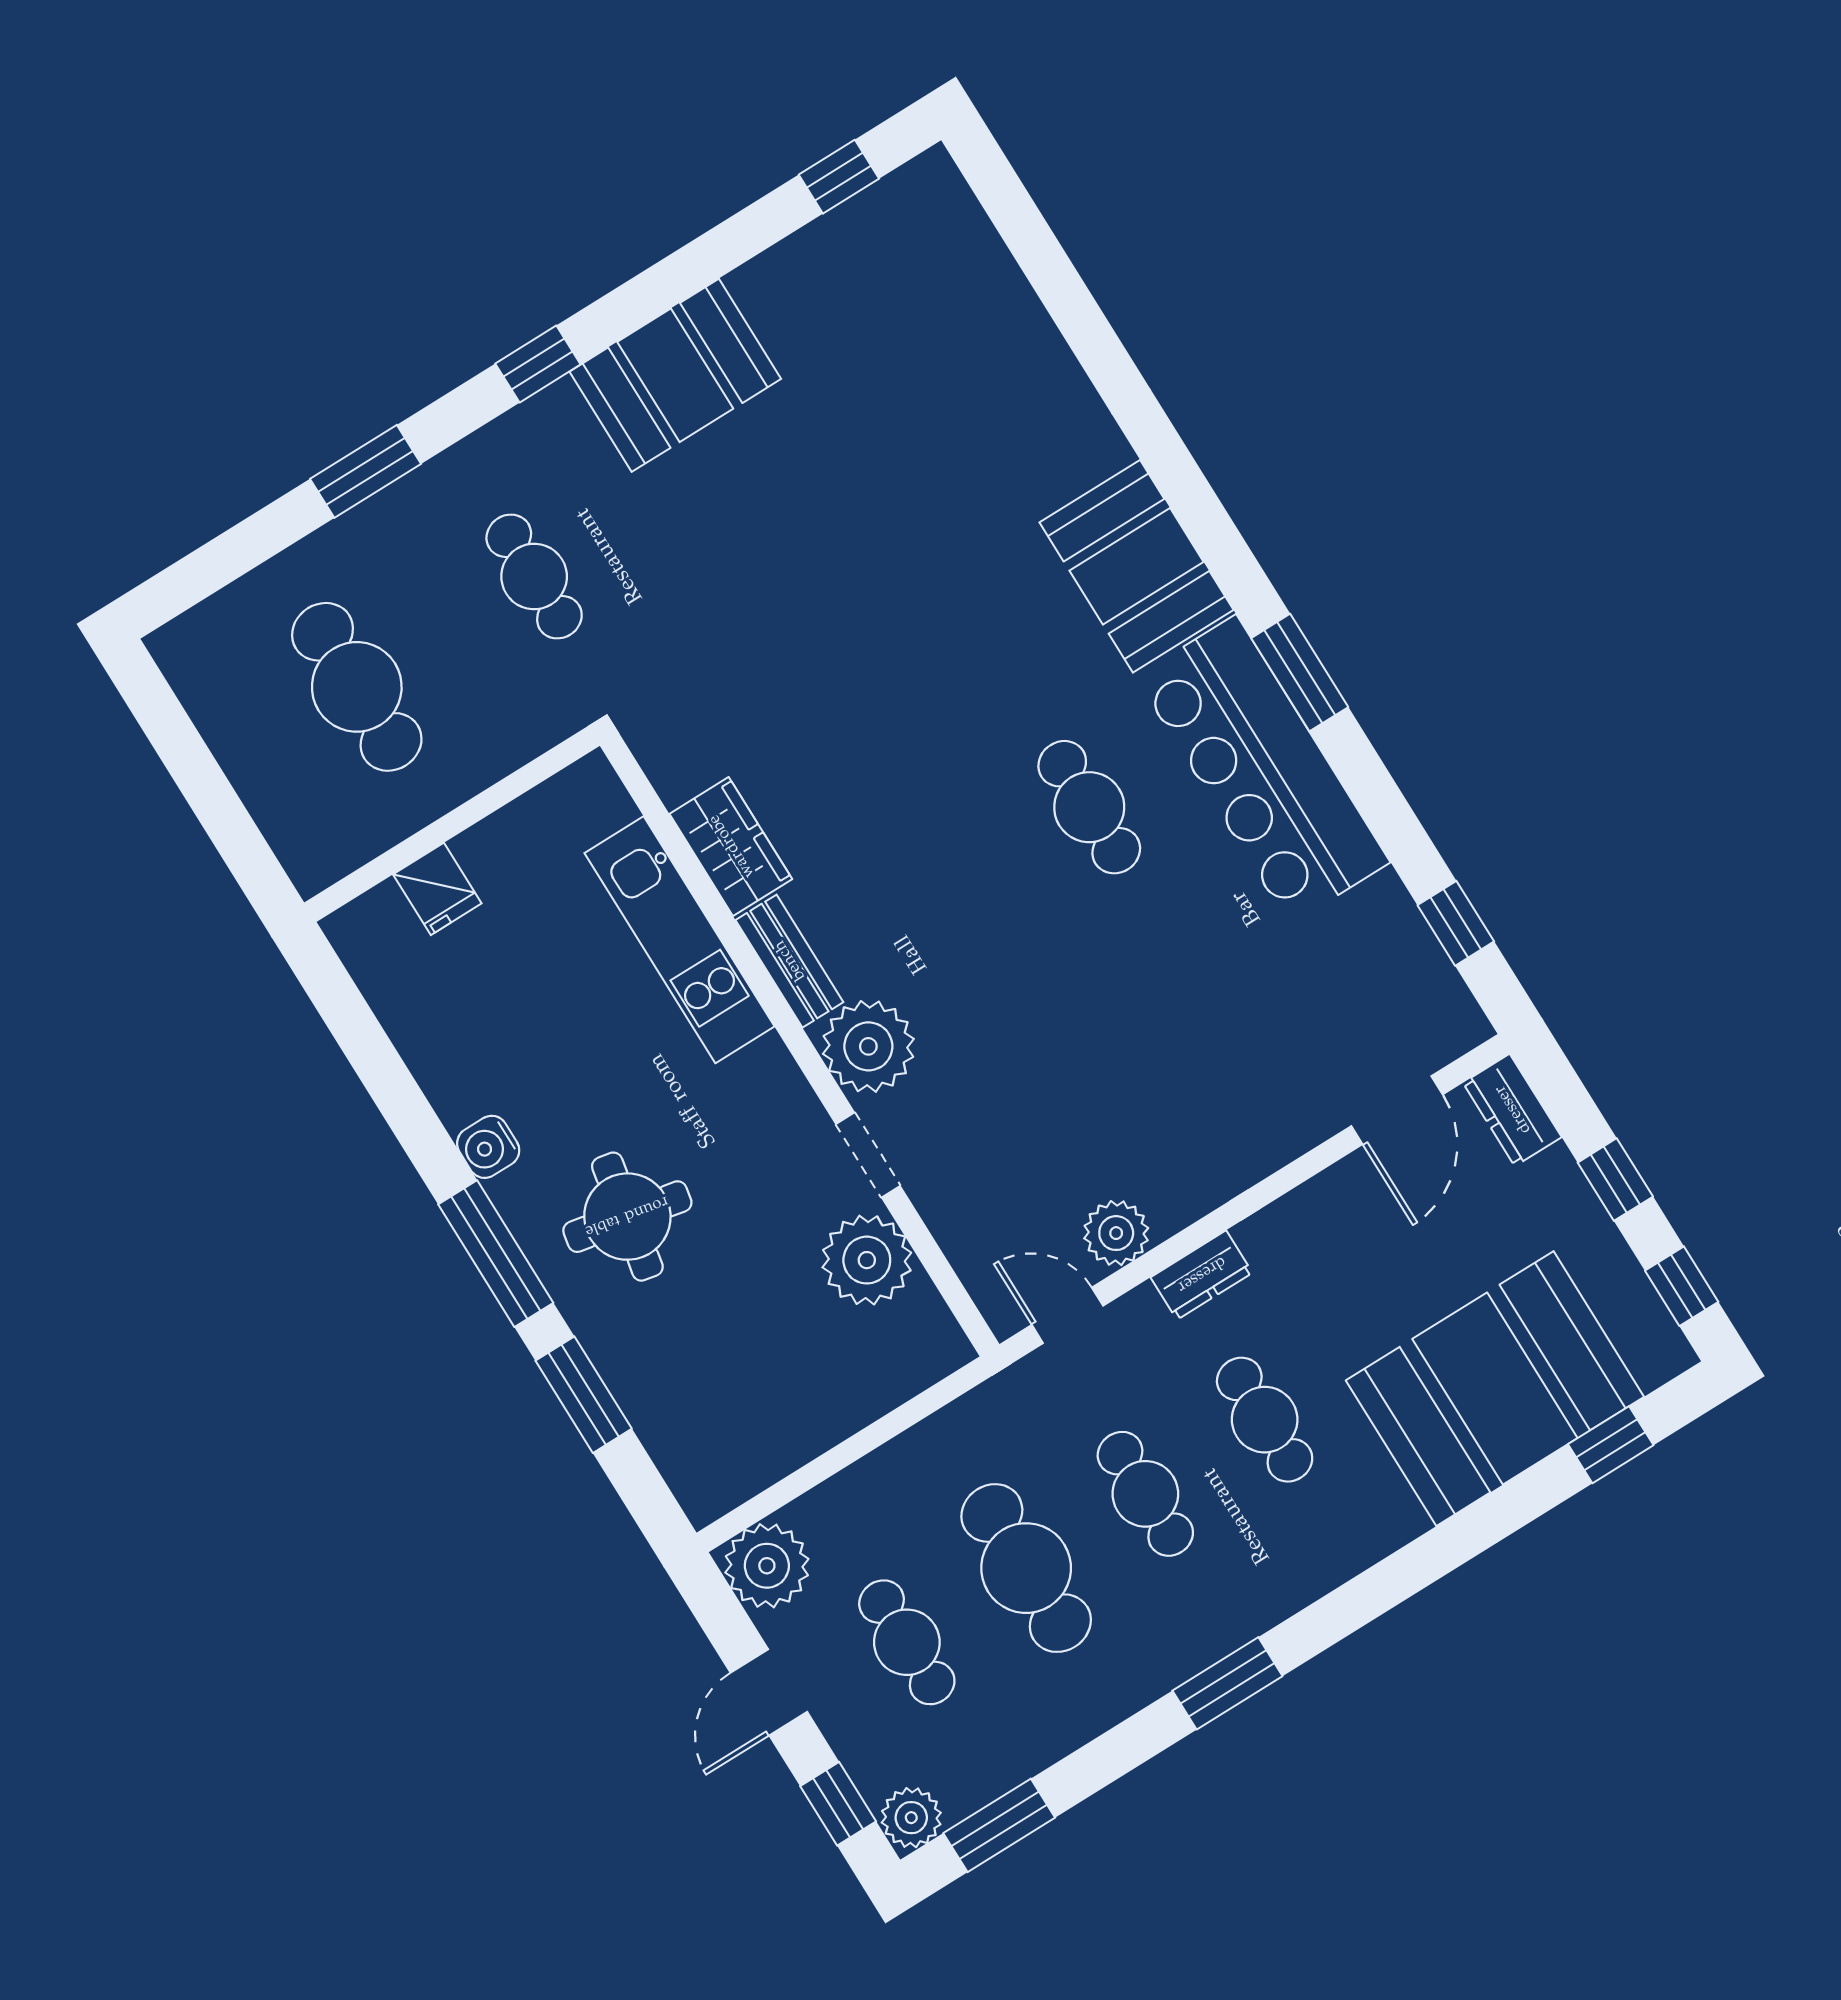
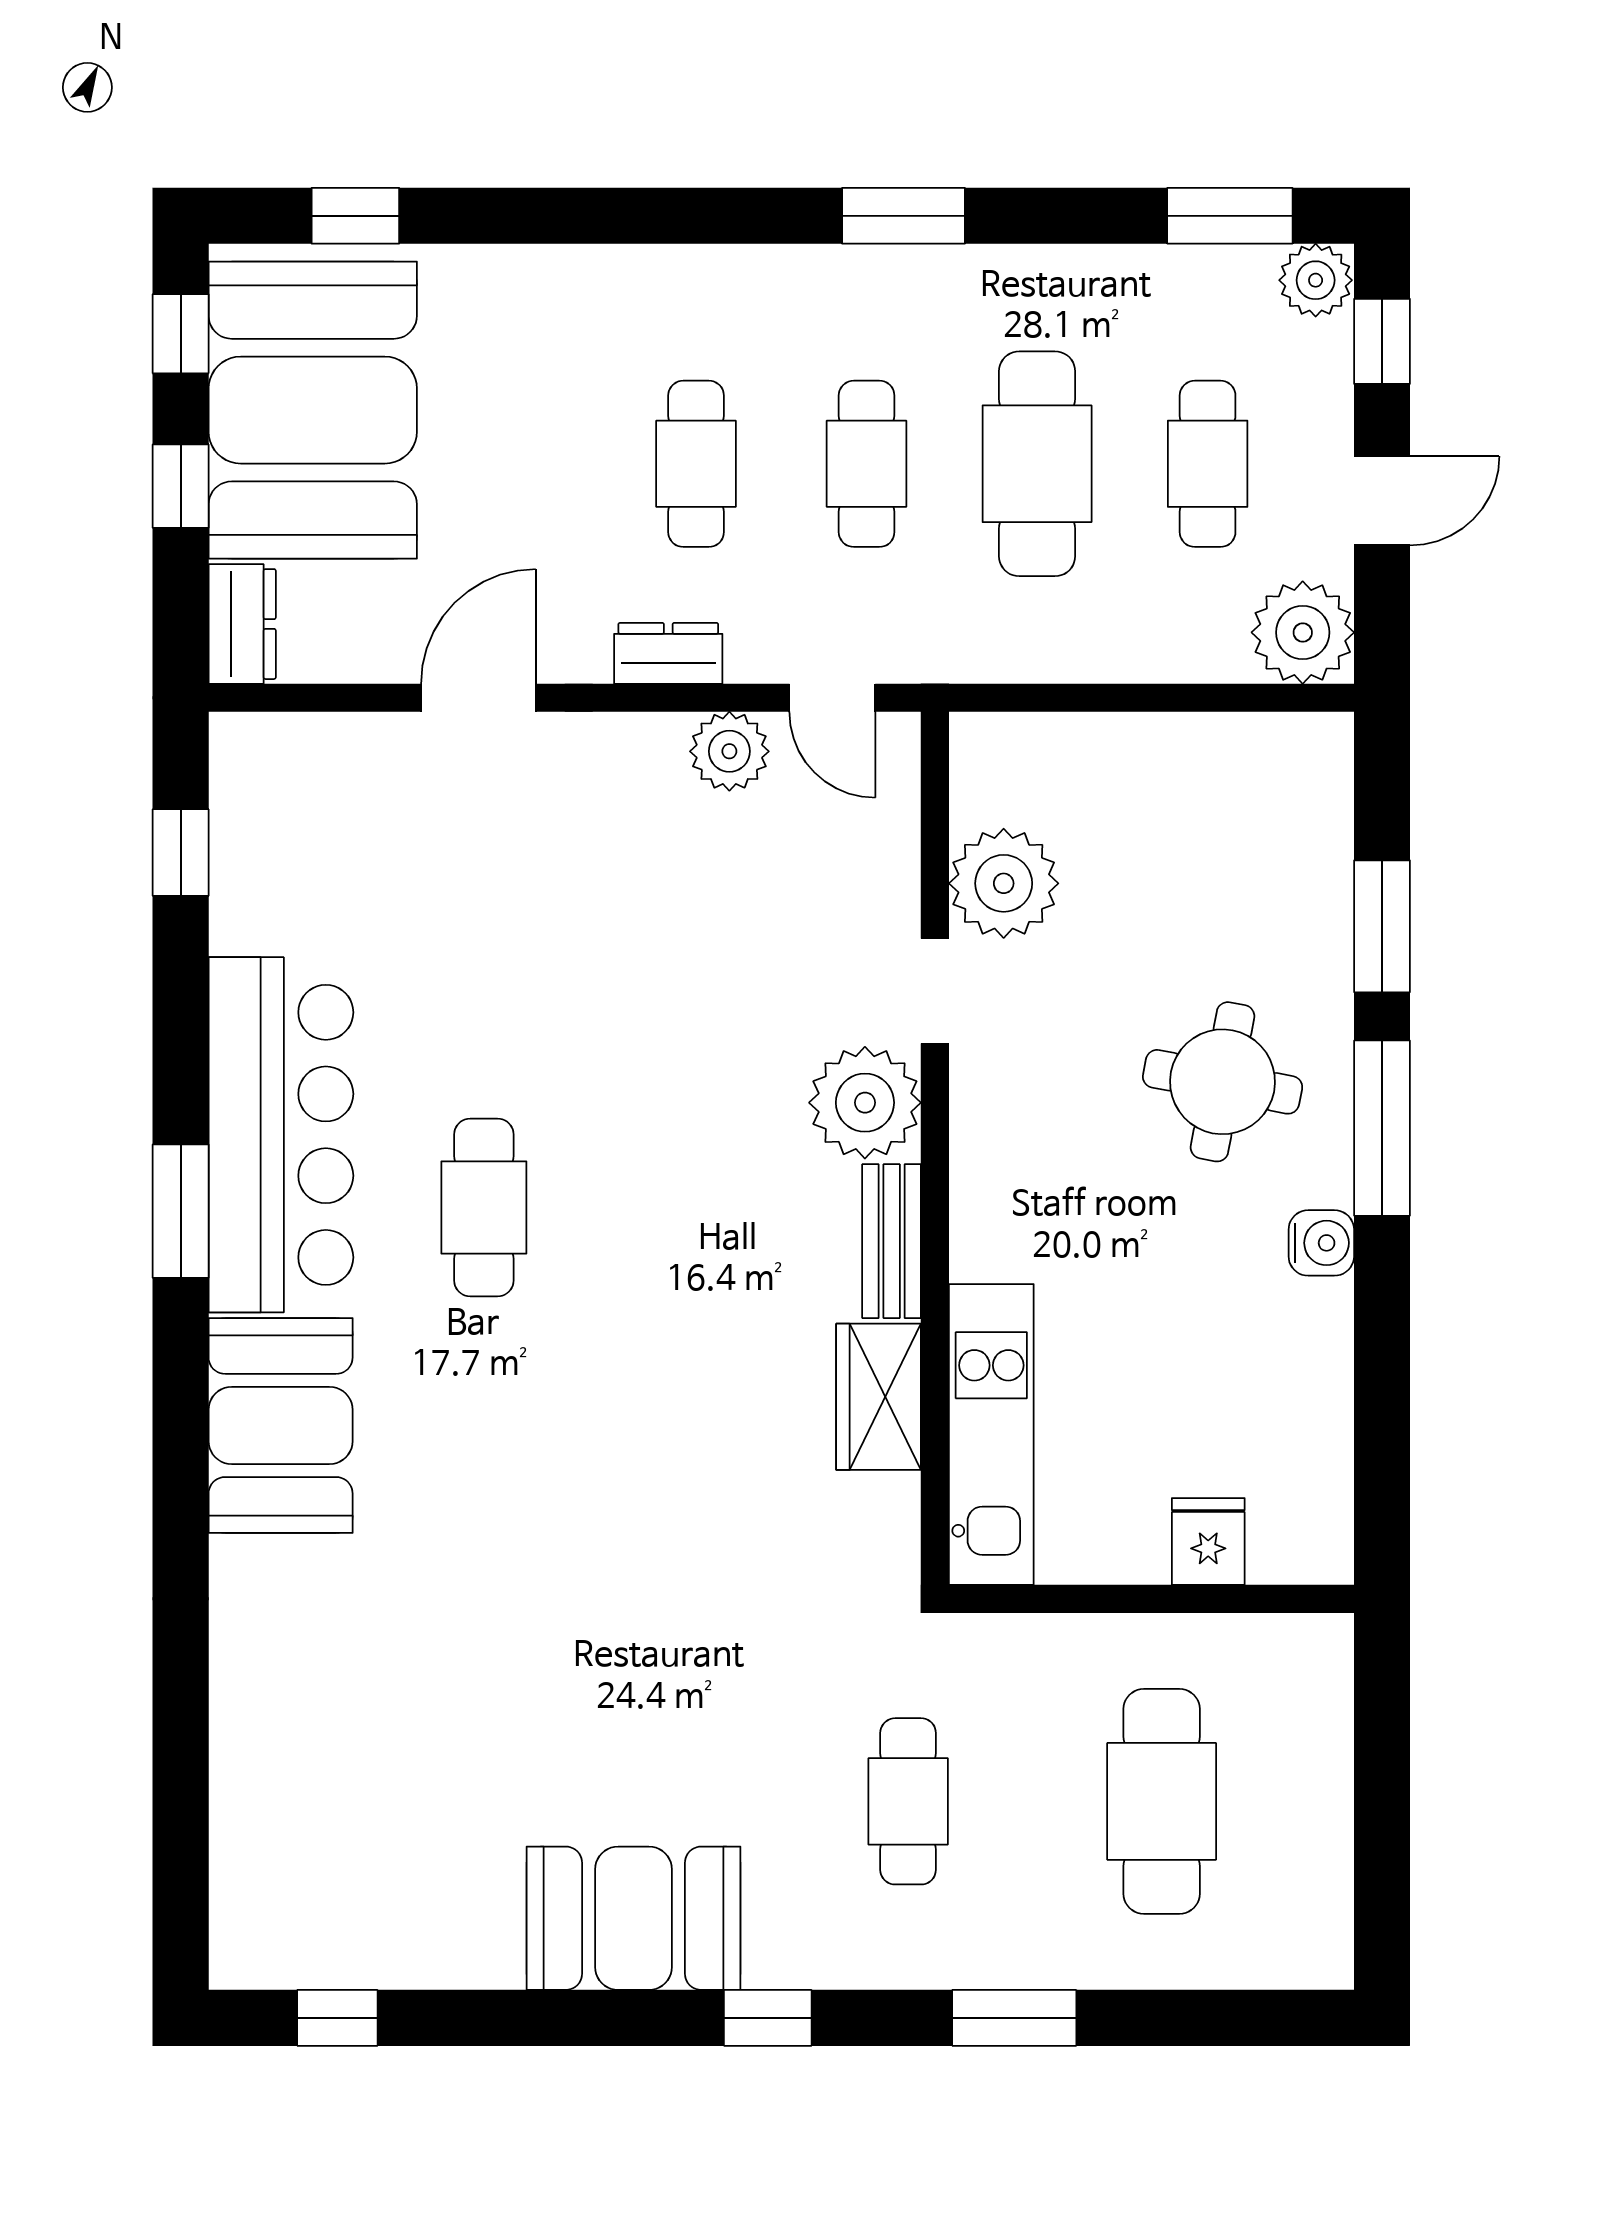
kitchen unit: (679, 940) -> (991, 1434), moved
door: (1397, 1110) -> (478, 698), moved
booth: (1495, 1389) -> (313, 410), moved, turned 90

